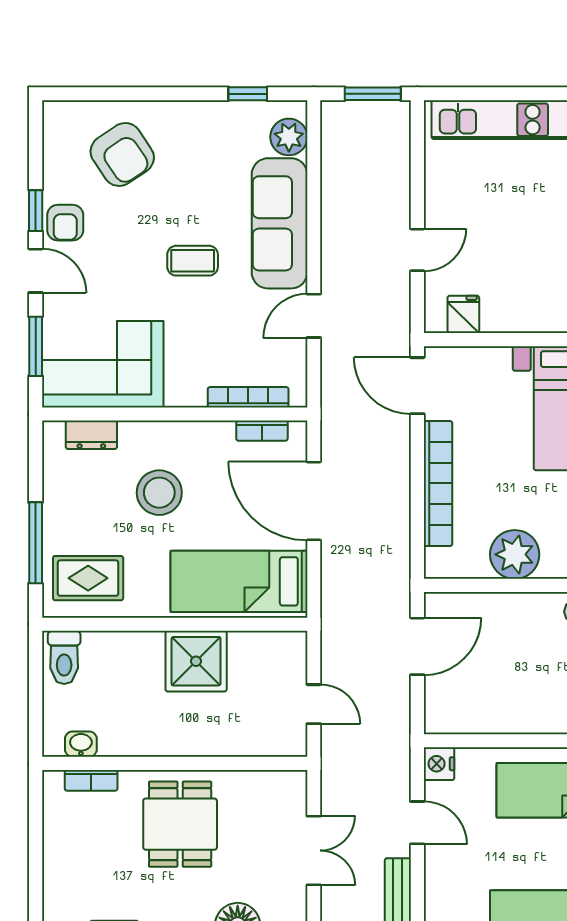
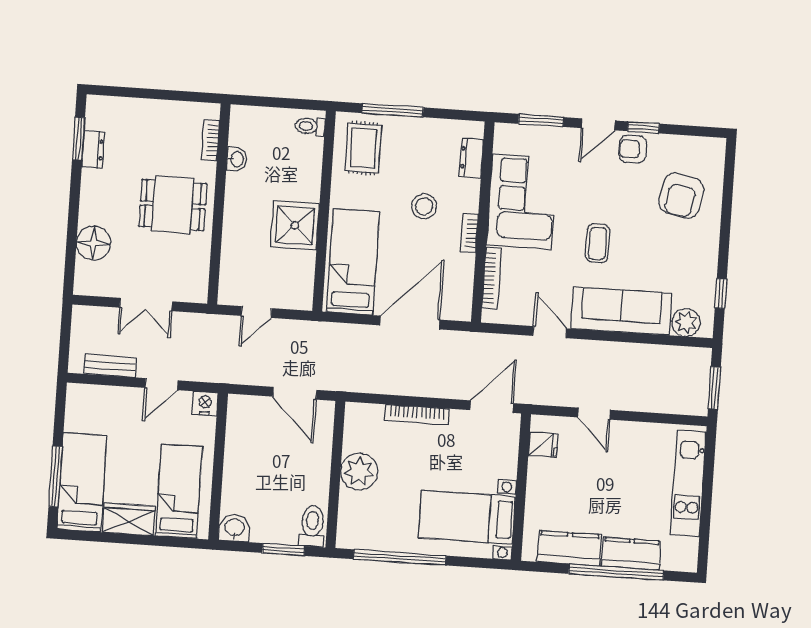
armchair: (122, 154) -> (681, 196), turned -44
corner sofa: (103, 364) -> (522, 202), moved
bookcase: (262, 431) -> (469, 233), moved
bookcase: (438, 483) -> (417, 415), width x0.68, depth x0.76
stool: (159, 493) -> (424, 206), width x0.73, depth x0.73
toilet: (64, 657) -> (310, 126), width x0.73, depth x0.72
washbasin: (81, 744) -> (237, 159), moved

